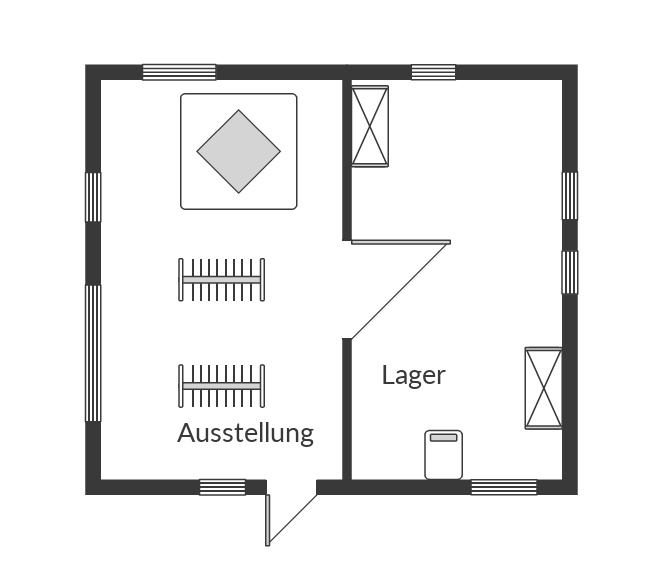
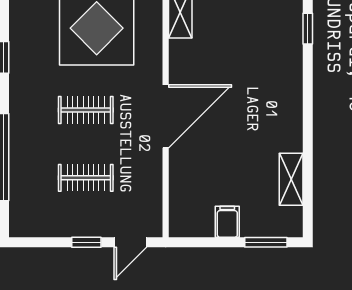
window: (570, 196) -> (308, 29), moved
window: (570, 273) -> (308, 105), removed

